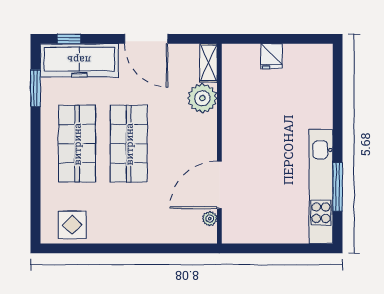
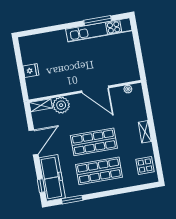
door: (219, 185) -> (95, 89), moved
shelving: (131, 235) -> (145, 132), added

